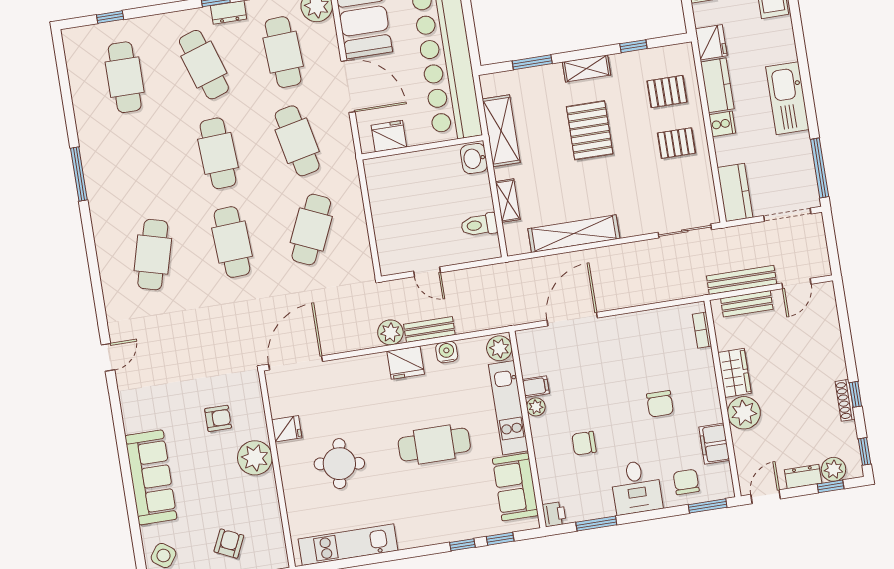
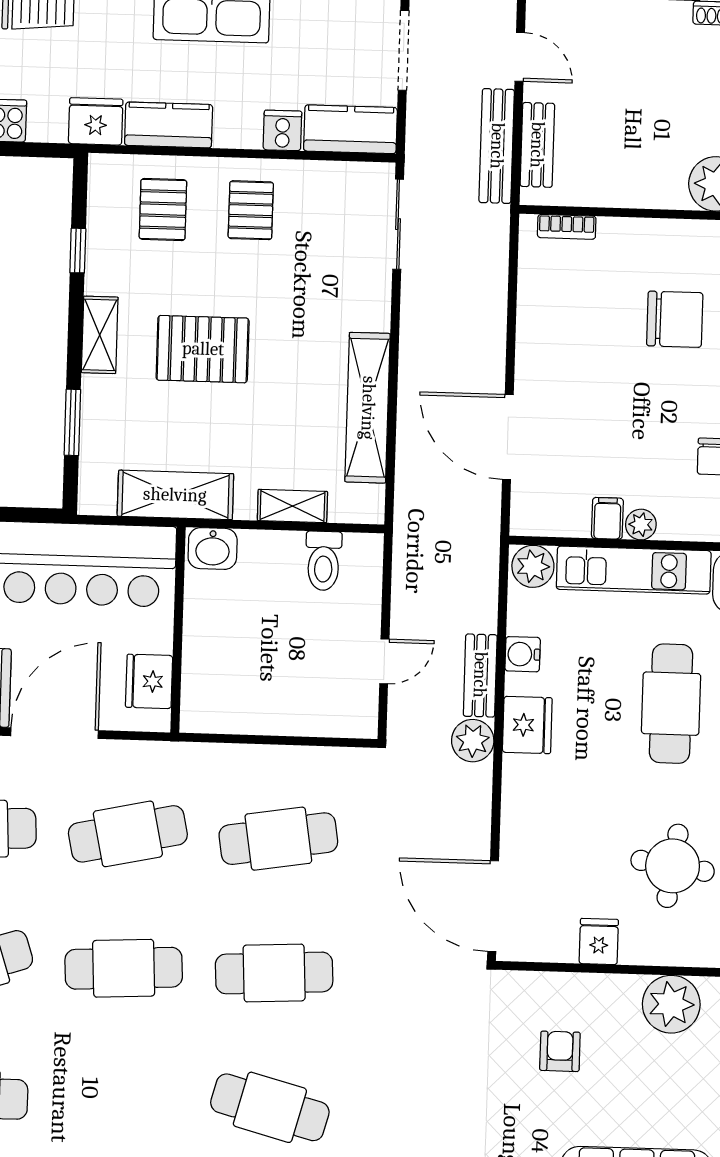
cooker: (722, 124) -> (282, 130), moved
cafe table: (311, 229) -> (278, 839), turned -33
wardrobe: (735, 373) -> (647, 187), removed
chair: (660, 404) -> (675, 319), width x1.37, depth x1.37
plant: (255, 458) -> (671, 1004), moved

